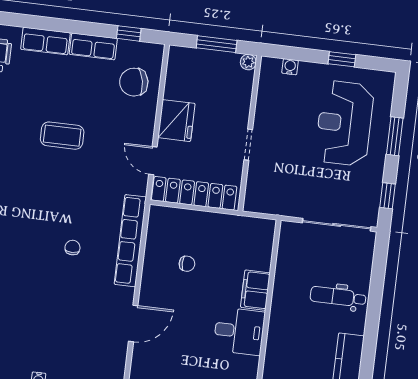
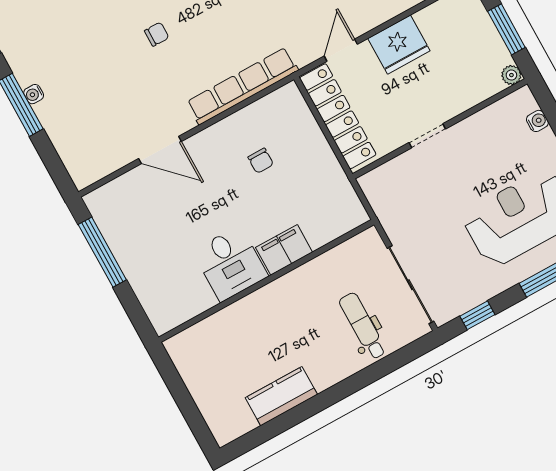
chair: (72, 248) -> (157, 34), moved
dental chair: (338, 297) -> (363, 326), moved

